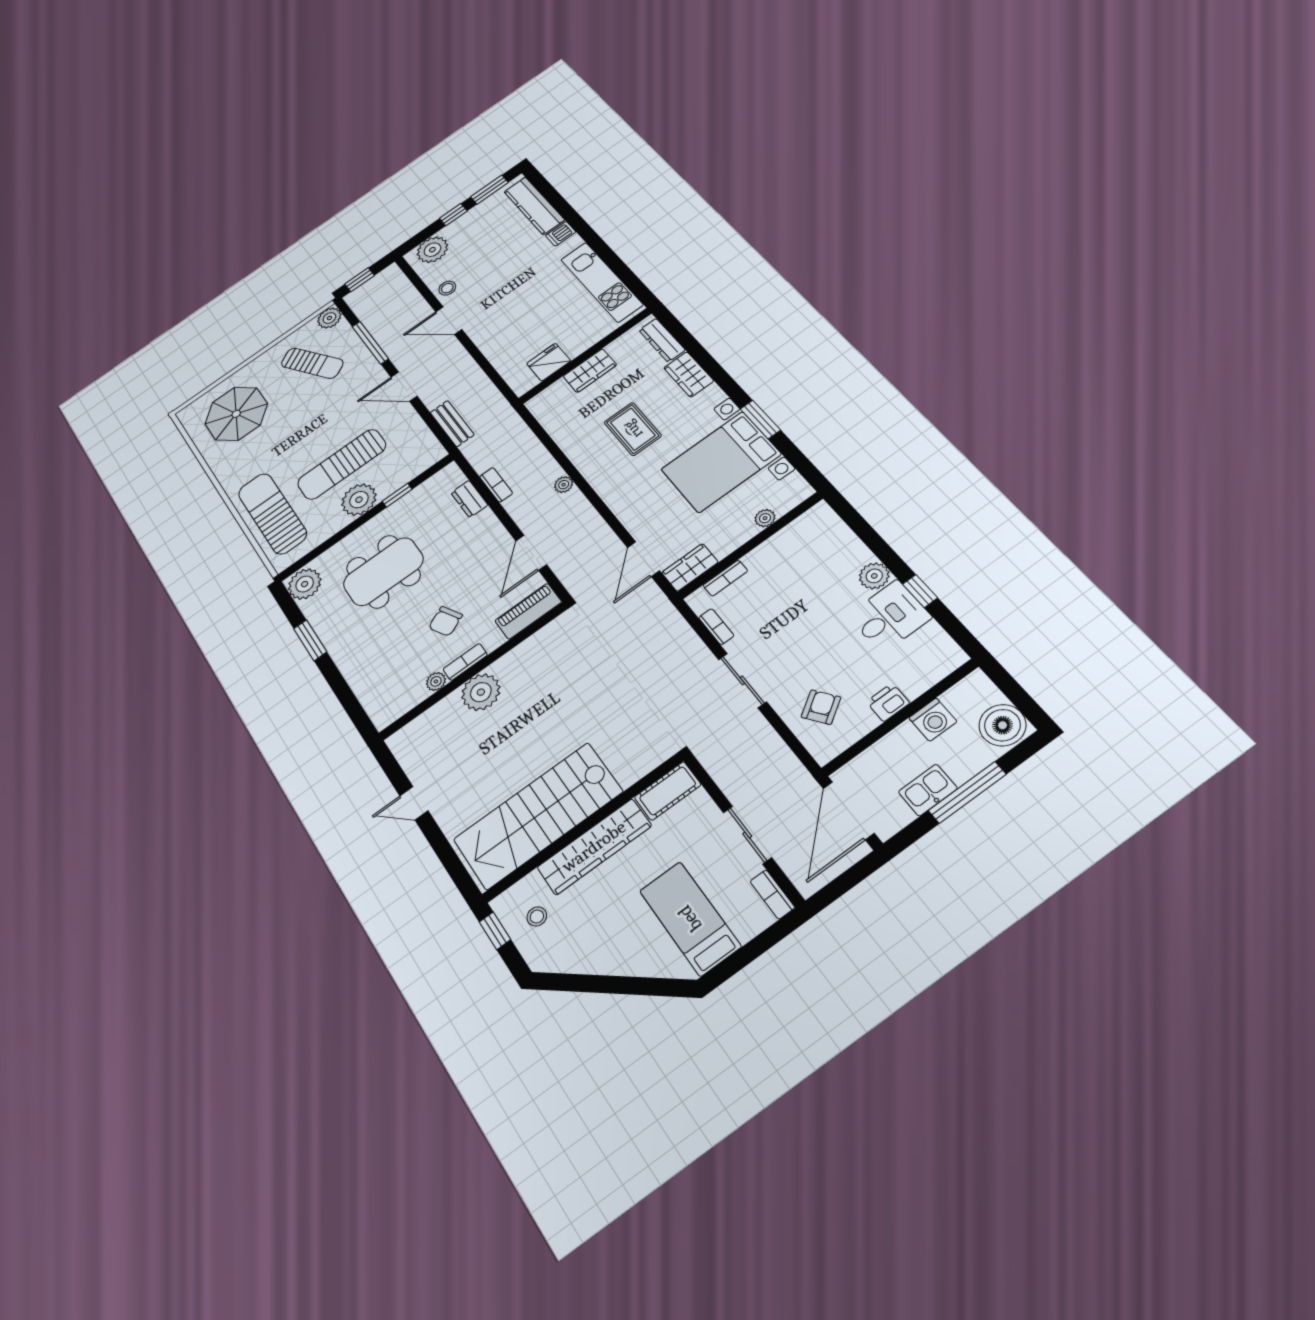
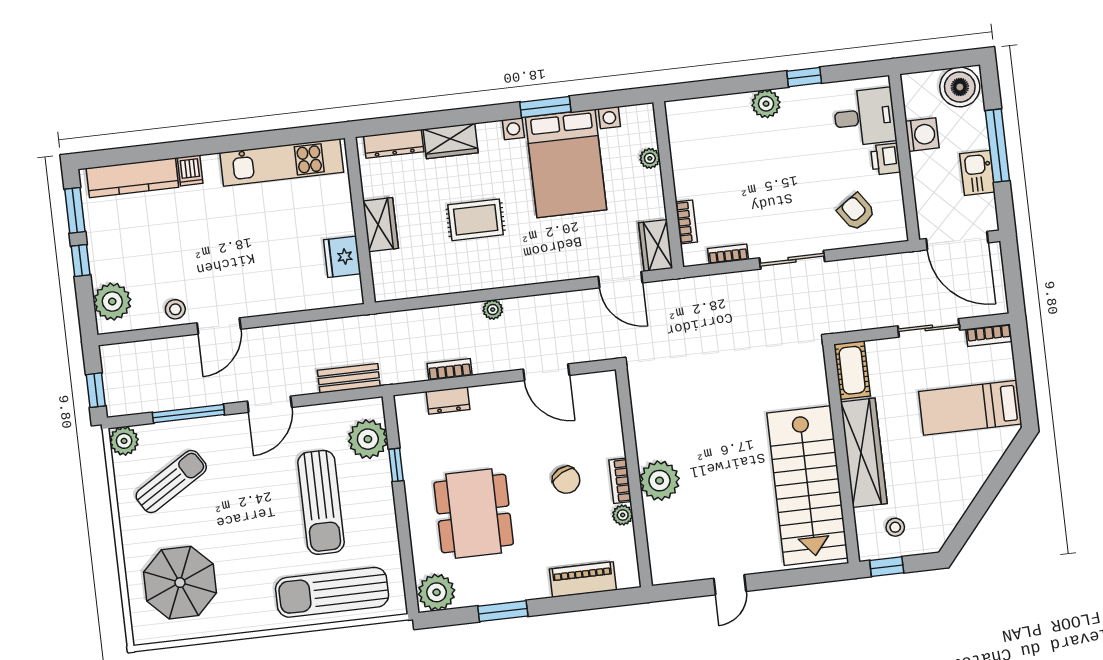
plant: (359, 500) -> (368, 439), moved
piano: (528, 611) -> (583, 579), moved, turned 90
desk: (890, 616) -> (865, 117), moved, turned 90

